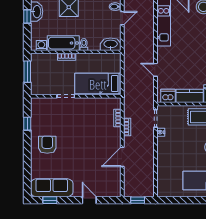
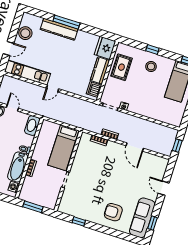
door: (155, 70) -> (53, 88), moved
armchair: (47, 145) -> (113, 212), moved
door: (89, 200) -> (164, 188), hinge flipped

